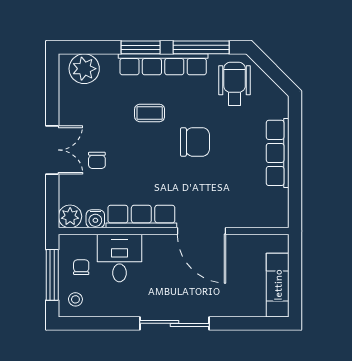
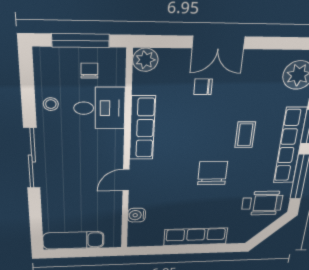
chair: (195, 142) -> (212, 173), turned 180
water cooler: (95, 219) -> (137, 215), moved
door: (202, 231) -> (126, 180), width x0.53
chair: (81, 267) -> (89, 71), turned -90
stool: (75, 299) -> (51, 104), moved

